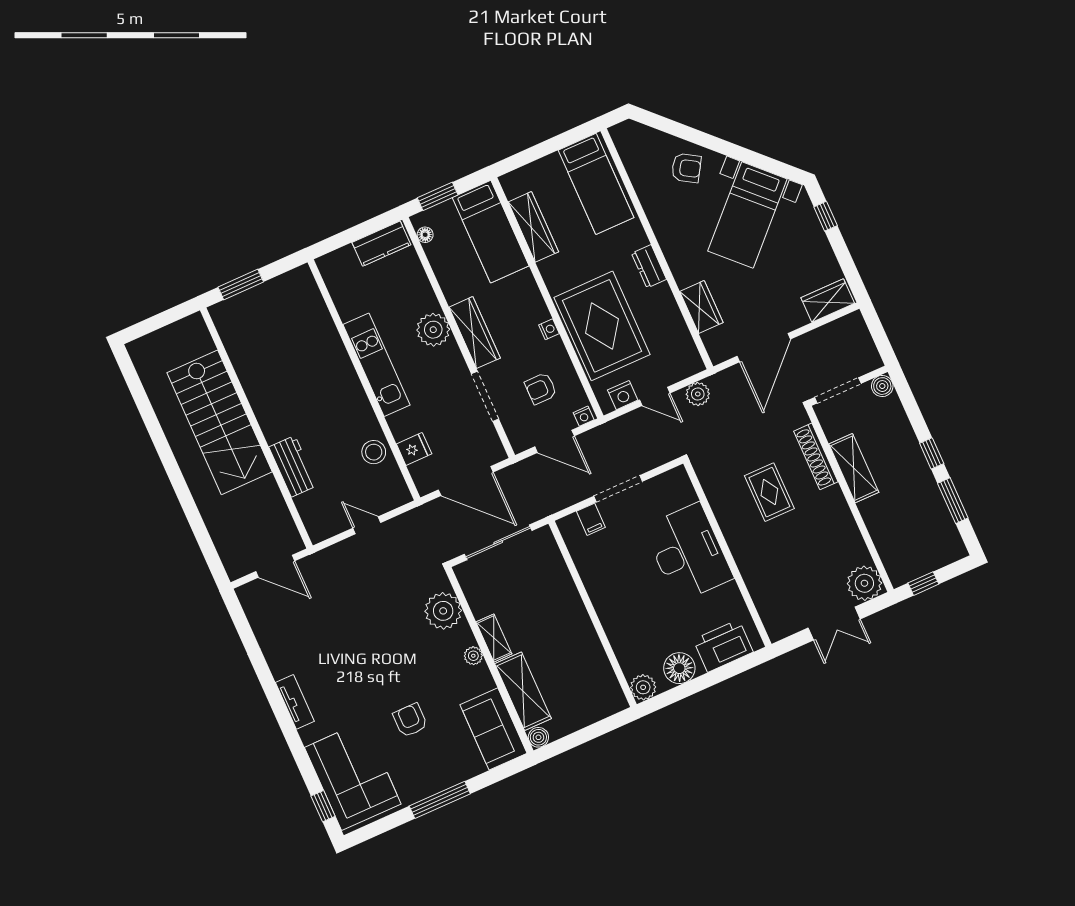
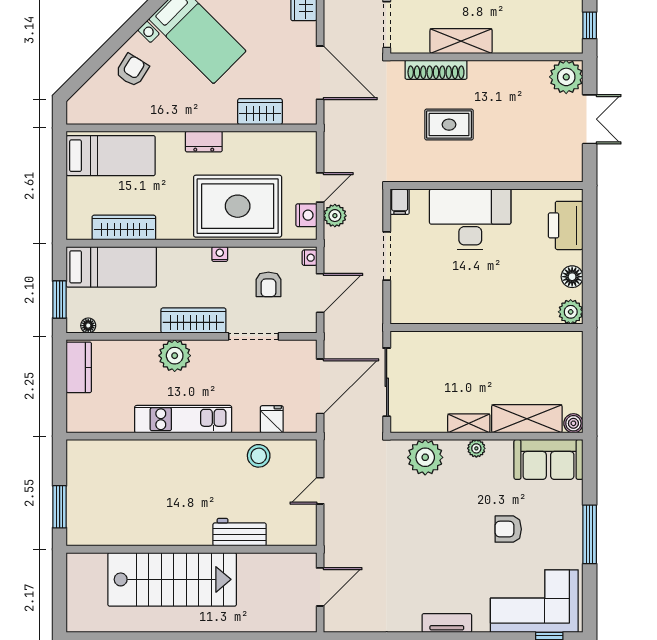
plant: (698, 394) -> (335, 216), moved
filing cabinet: (591, 519) -> (400, 202), moved, turned 90
floor lamp: (679, 668) -> (572, 277), width x0.73, depth x0.73

